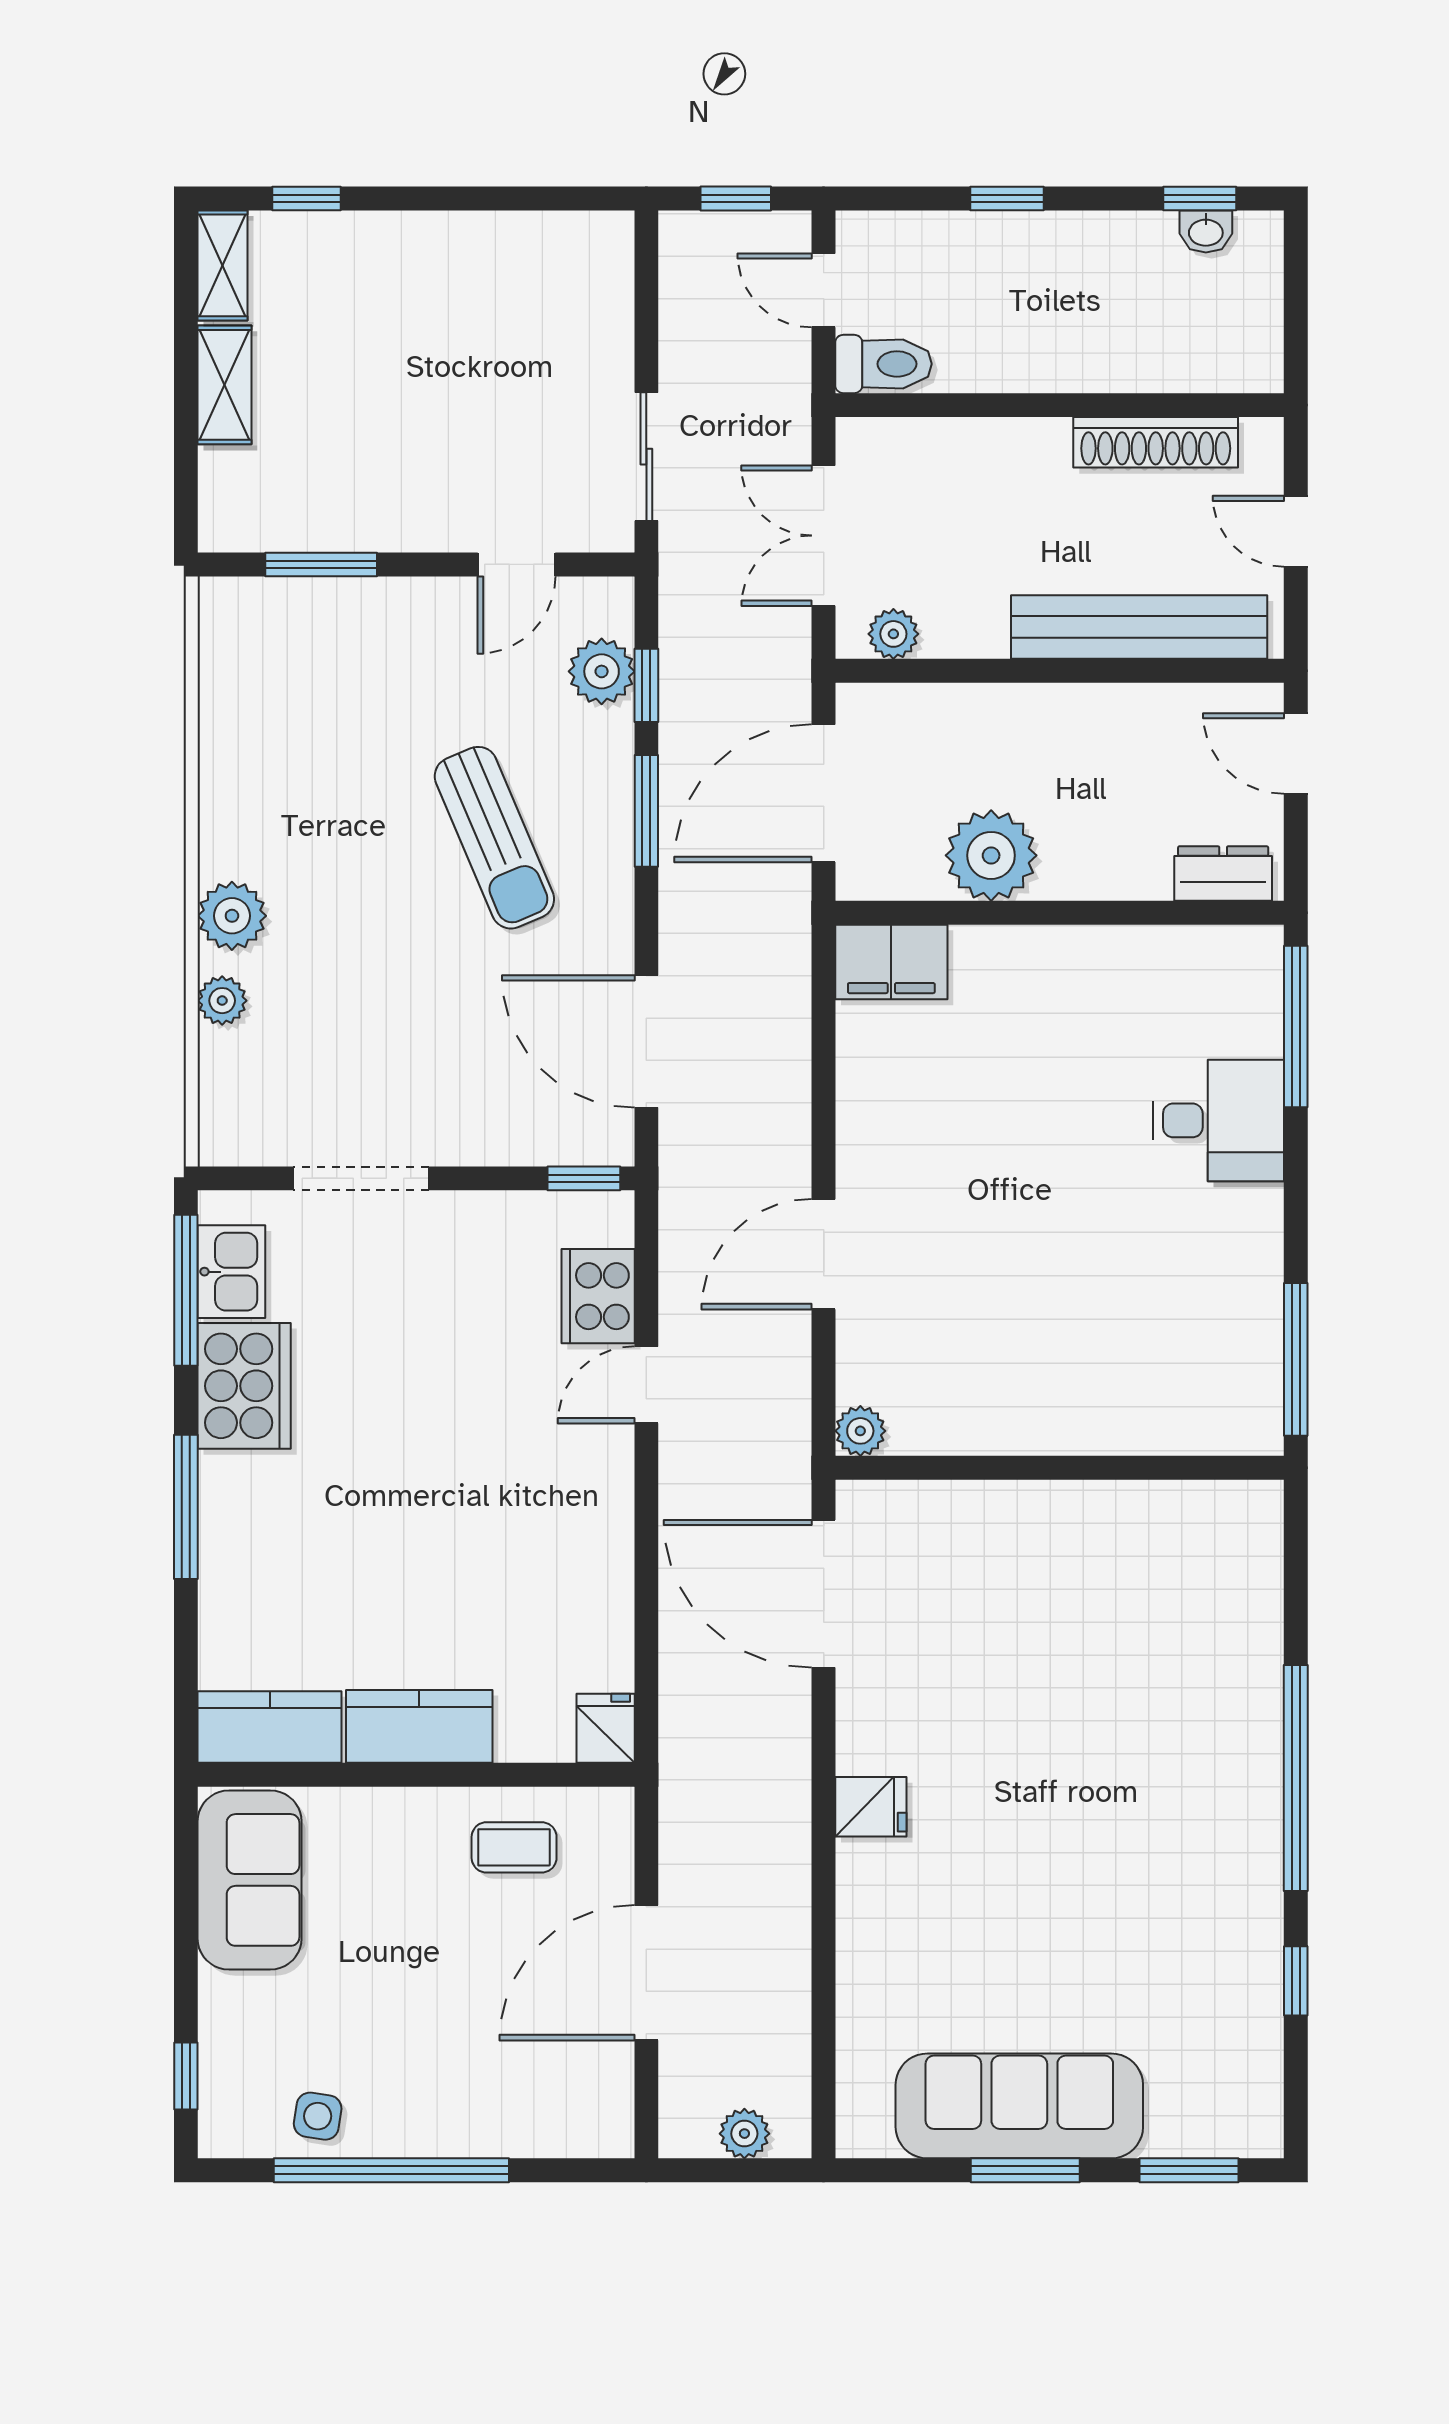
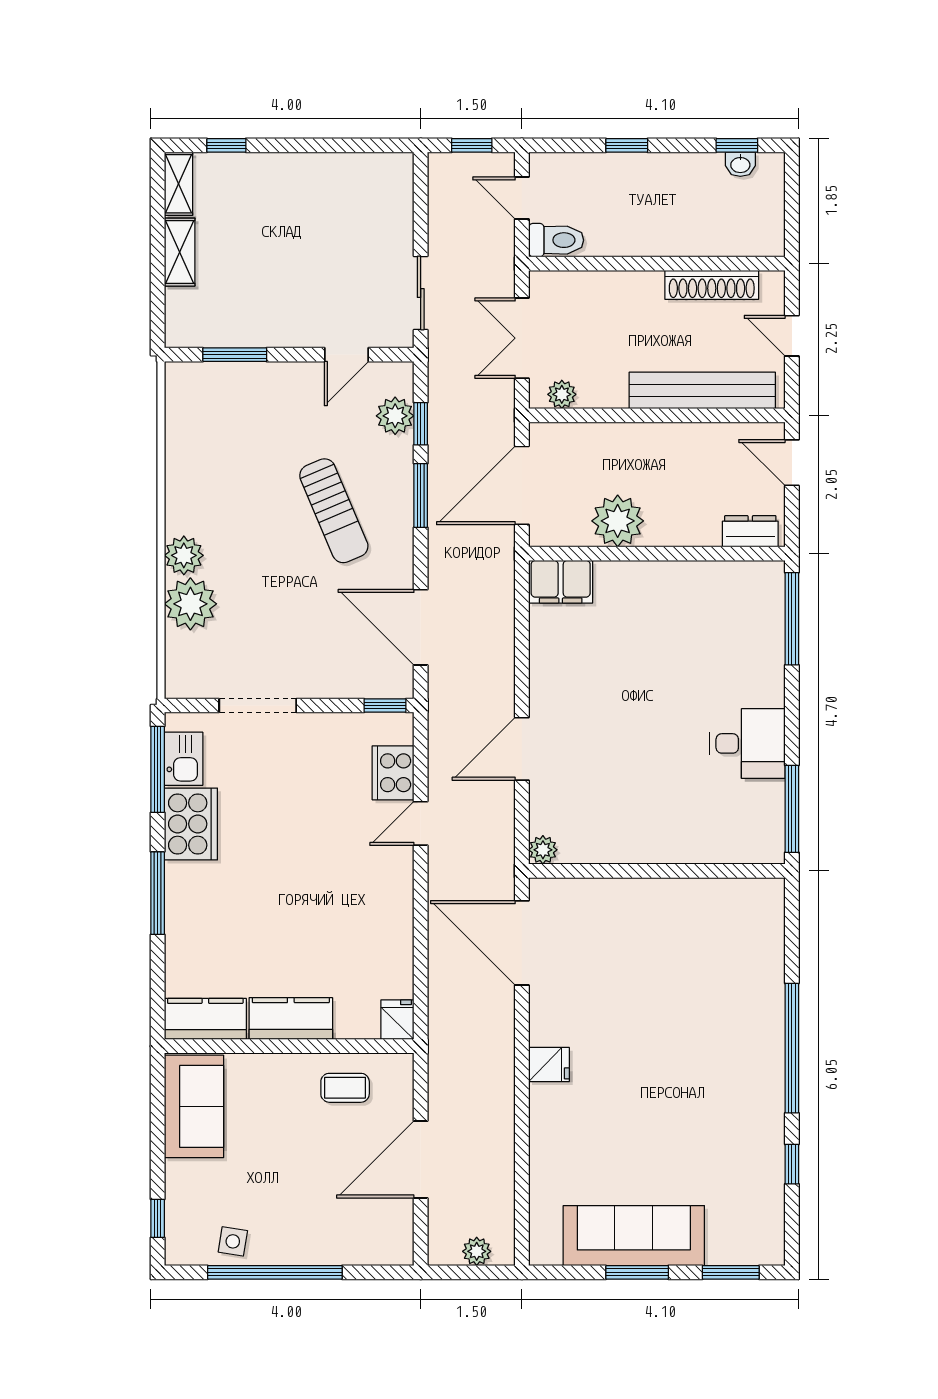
plant: (222, 1001) -> (190, 604), width x1.87, depth x1.87
desk: (1218, 1120) -> (748, 743), moved

